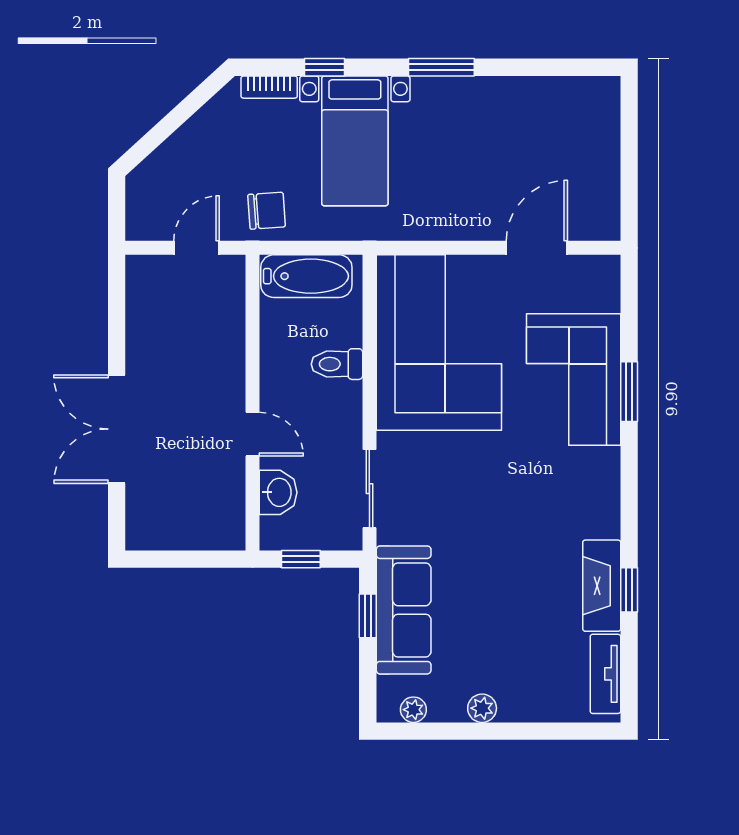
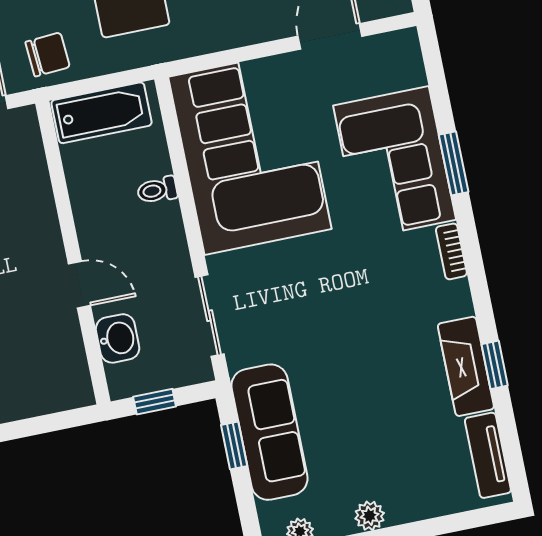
toilet: (337, 364) -> (157, 190), width x0.73, depth x0.72
bookcase: (610, 474) -> (451, 251), added

